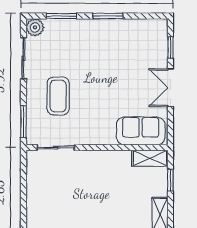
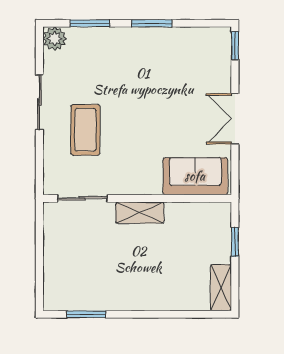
window: (170, 47) -> (235, 46), moved
sliding door: (24, 58) -> (39, 102), moved
window: (24, 121) -> (39, 164), removed
shelving: (150, 158) -> (140, 213), moved

